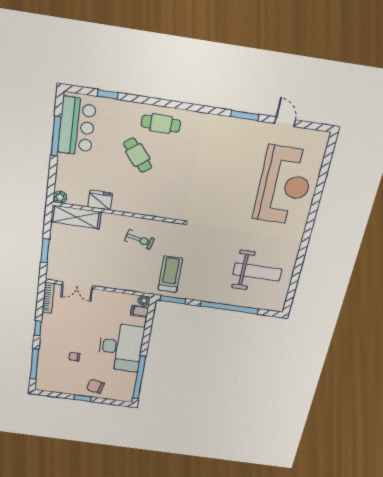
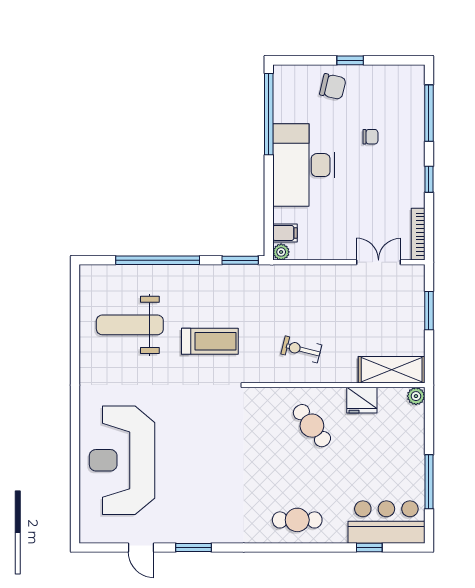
bar counter: (77, 127) -> (386, 522), moved, turned 90
cafe table: (138, 155) -> (312, 426), moved
treadmill: (170, 274) -> (210, 341), moved, turned -90

